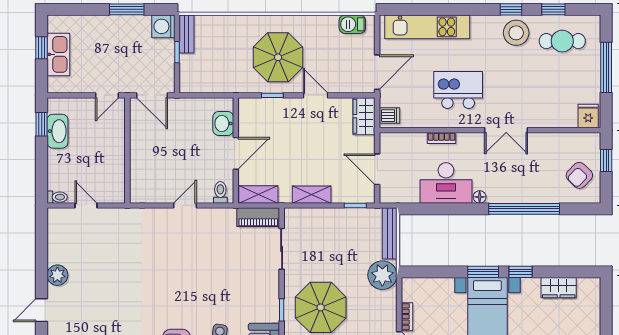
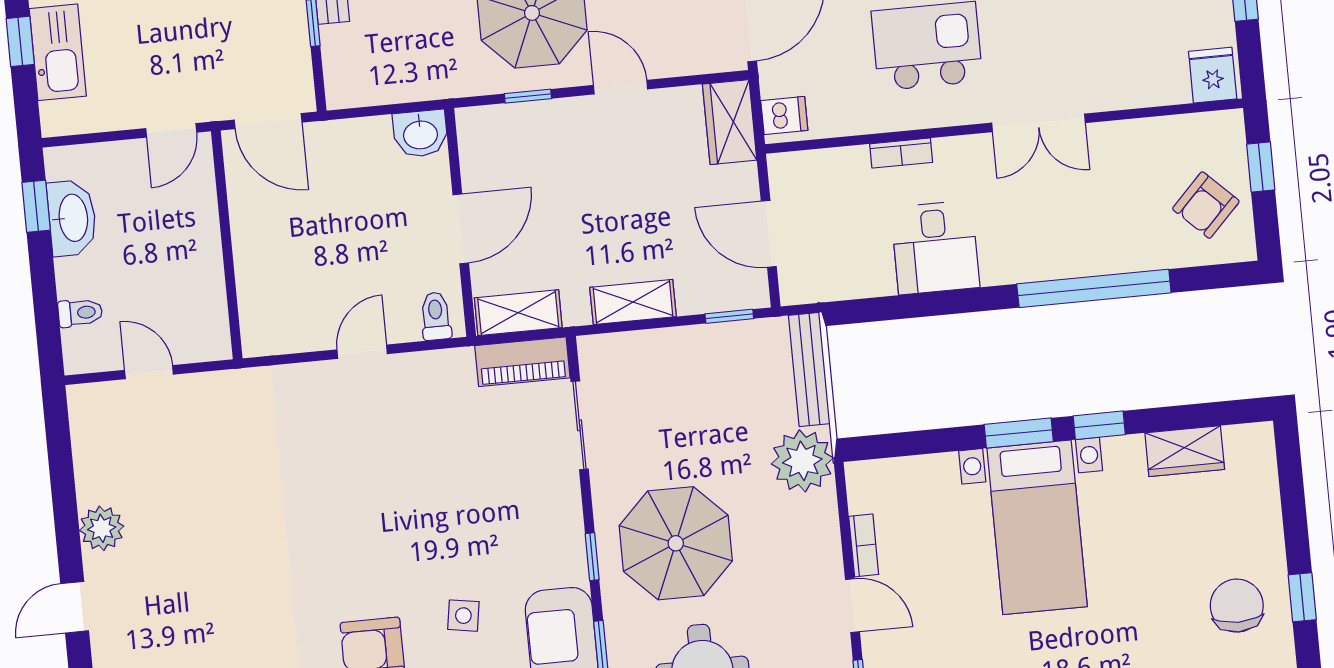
washbasin: (223, 123) -> (420, 134), moved, turned -90
desk: (446, 183) -> (935, 247), width x0.73
toilet: (57, 197) -> (80, 313), moved
floor lamp: (480, 197) -> (995, 272), removed

